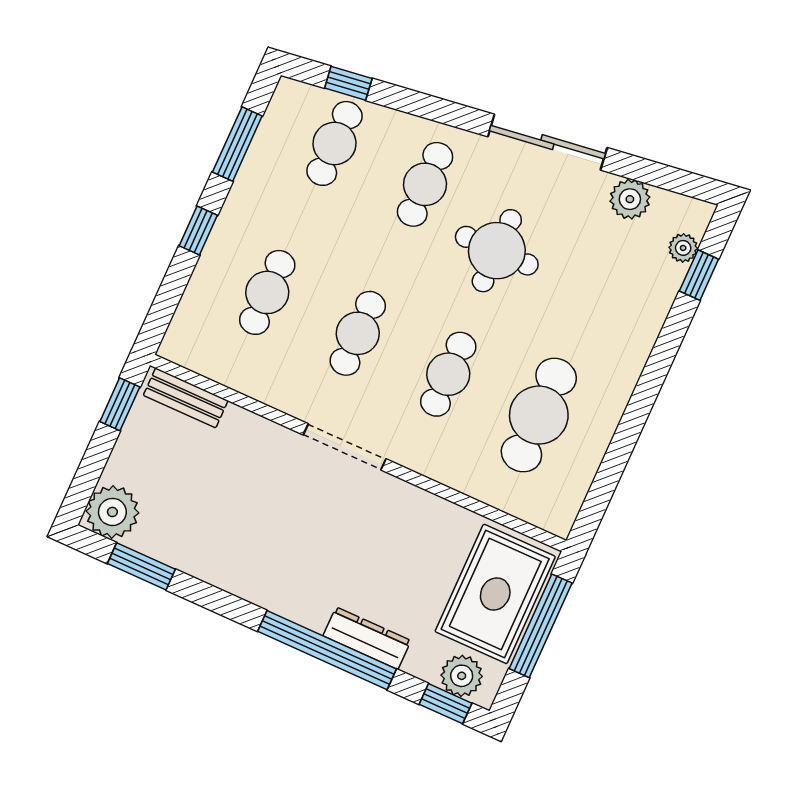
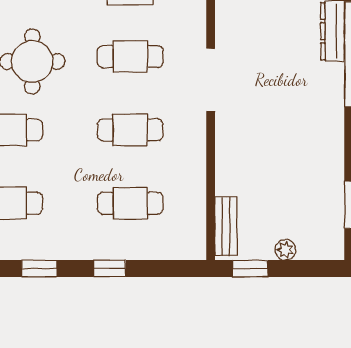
window: (237, 144) -> (39, 269), width x0.67
doorway: (345, 447) -> (211, 80), moved
plant: (112, 512) -> (285, 250), moved, width x0.53, depth x0.53

